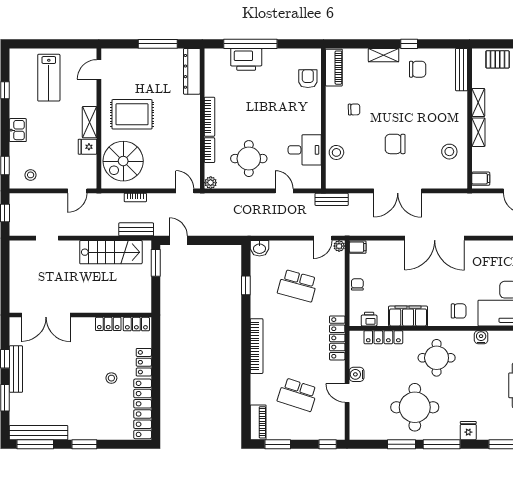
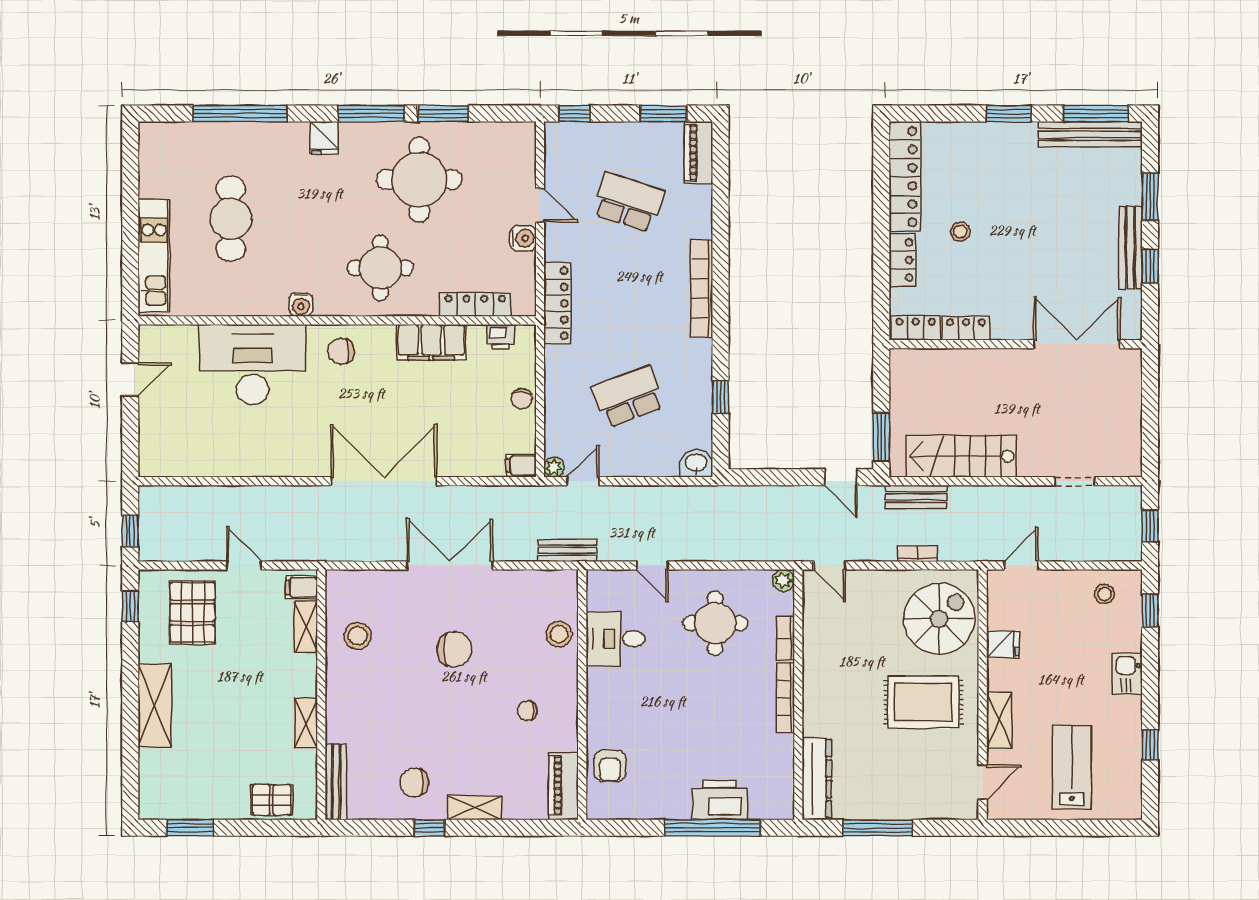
shelving: (90, 122) -> (999, 720), moved
shelving: (478, 132) -> (306, 627), moved
school desk: (298, 286) -> (628, 397), turned -36

